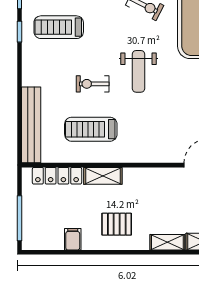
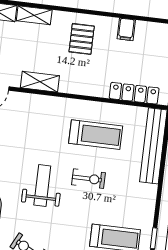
shelving: (103, 176) -> (40, 82), moved
pallet: (117, 224) -> (82, 39), turned 90

